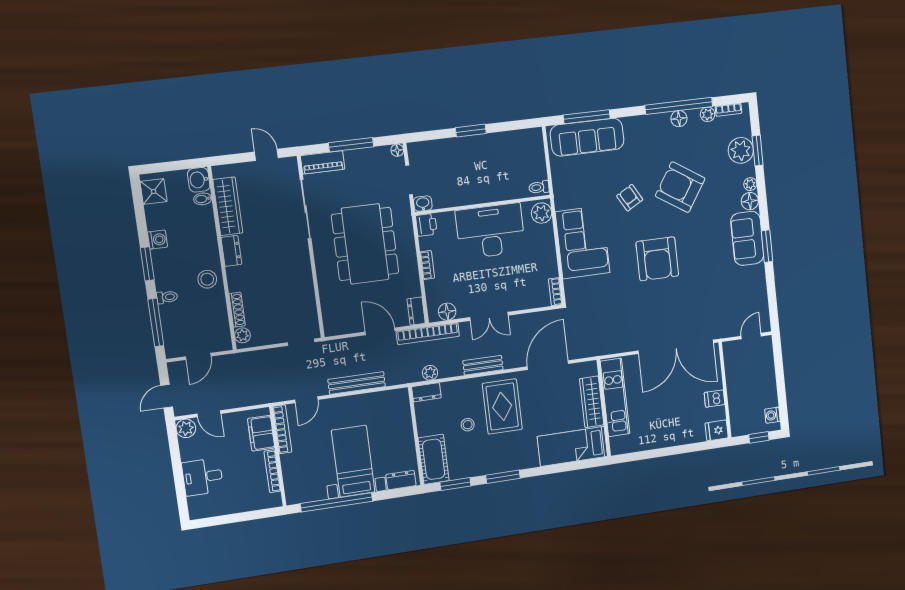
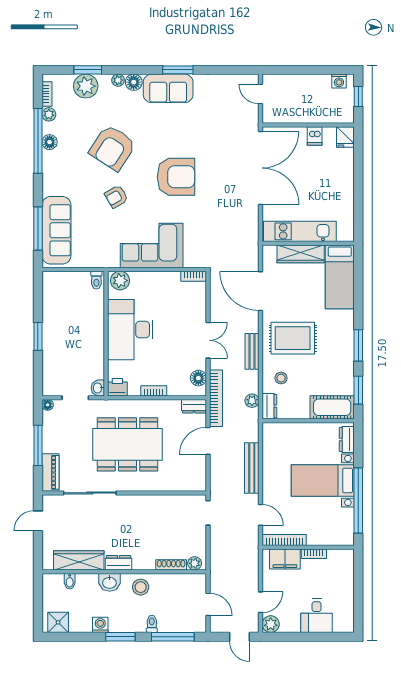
washbasin: (199, 180) -> (109, 582), moved
stool: (468, 425) -> (281, 378), moved
bookcase: (272, 471) -> (314, 554), width x0.64

